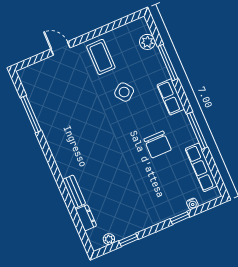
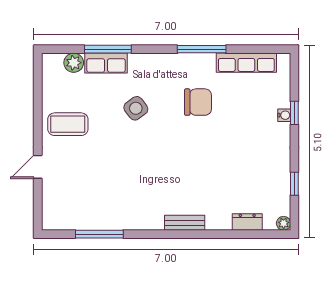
side table: (124, 92) -> (136, 108), moved
row of seats: (171, 97) -> (106, 63), moved
bench: (74, 192) -> (185, 223), moved
water cooler: (192, 204) -> (284, 115), moved
plant: (109, 239) -> (284, 223), moved

